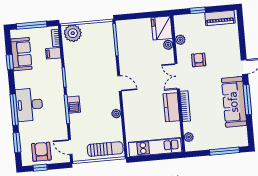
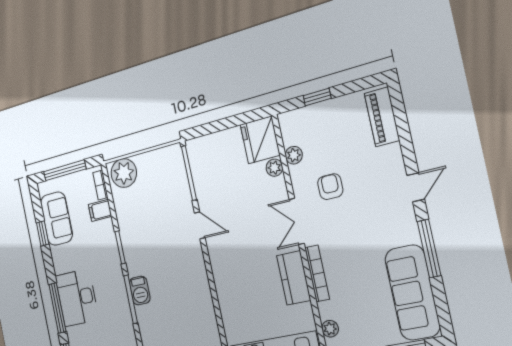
piano: (220, 18) -> (382, 117), moved, turned 90
door: (119, 84) -> (200, 225), moved
sofa: (234, 102) -> (412, 293), moved
plant: (116, 114) -> (205, 299), removed

